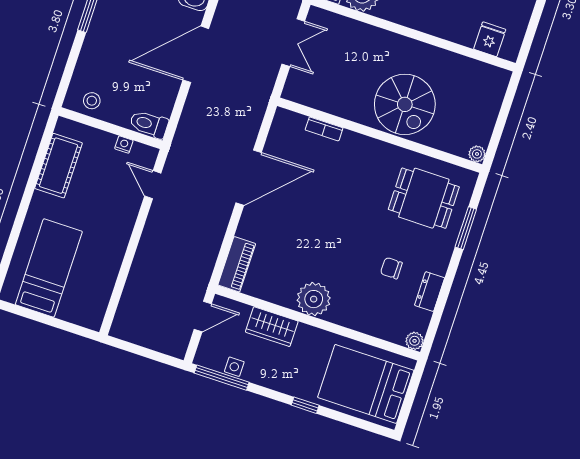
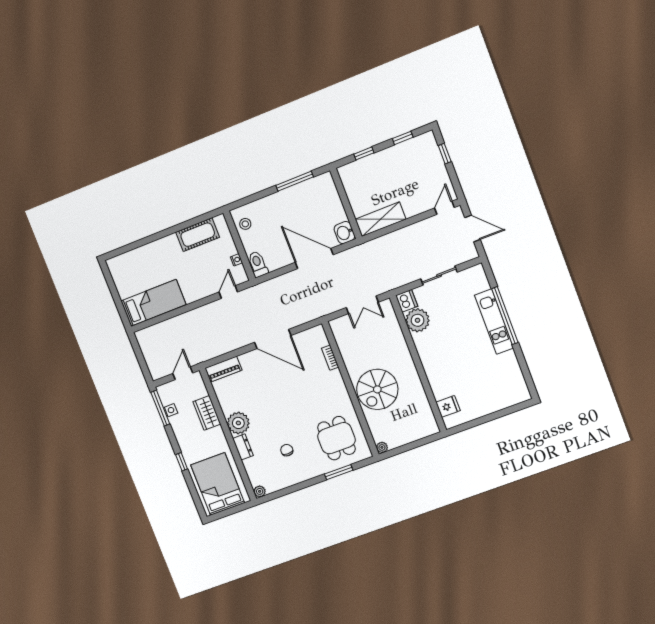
bed: (49, 268) -> (153, 303), moved
dresser: (430, 292) -> (243, 447), moved, turned 90
door: (203, 317) -> (183, 373), swing flipped

